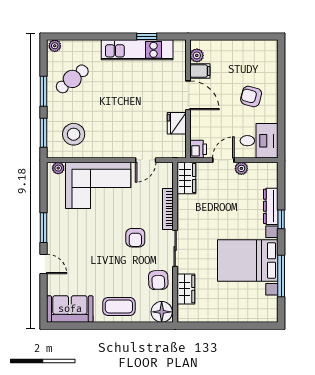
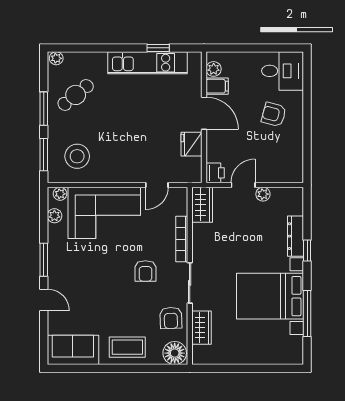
desk: (259, 141) -> (283, 71), moved
plant: (53, 188) -> (54, 216), added

